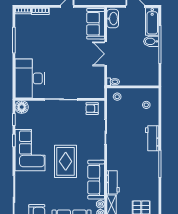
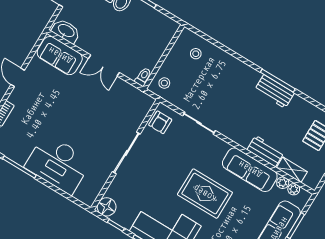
desk: (30, 78) -> (58, 164), moved
workbench: (152, 138) -> (274, 91), moved

